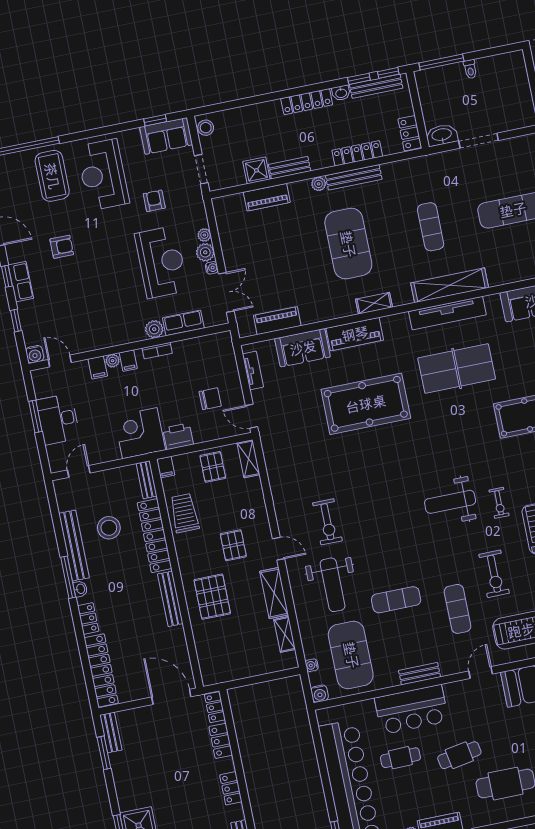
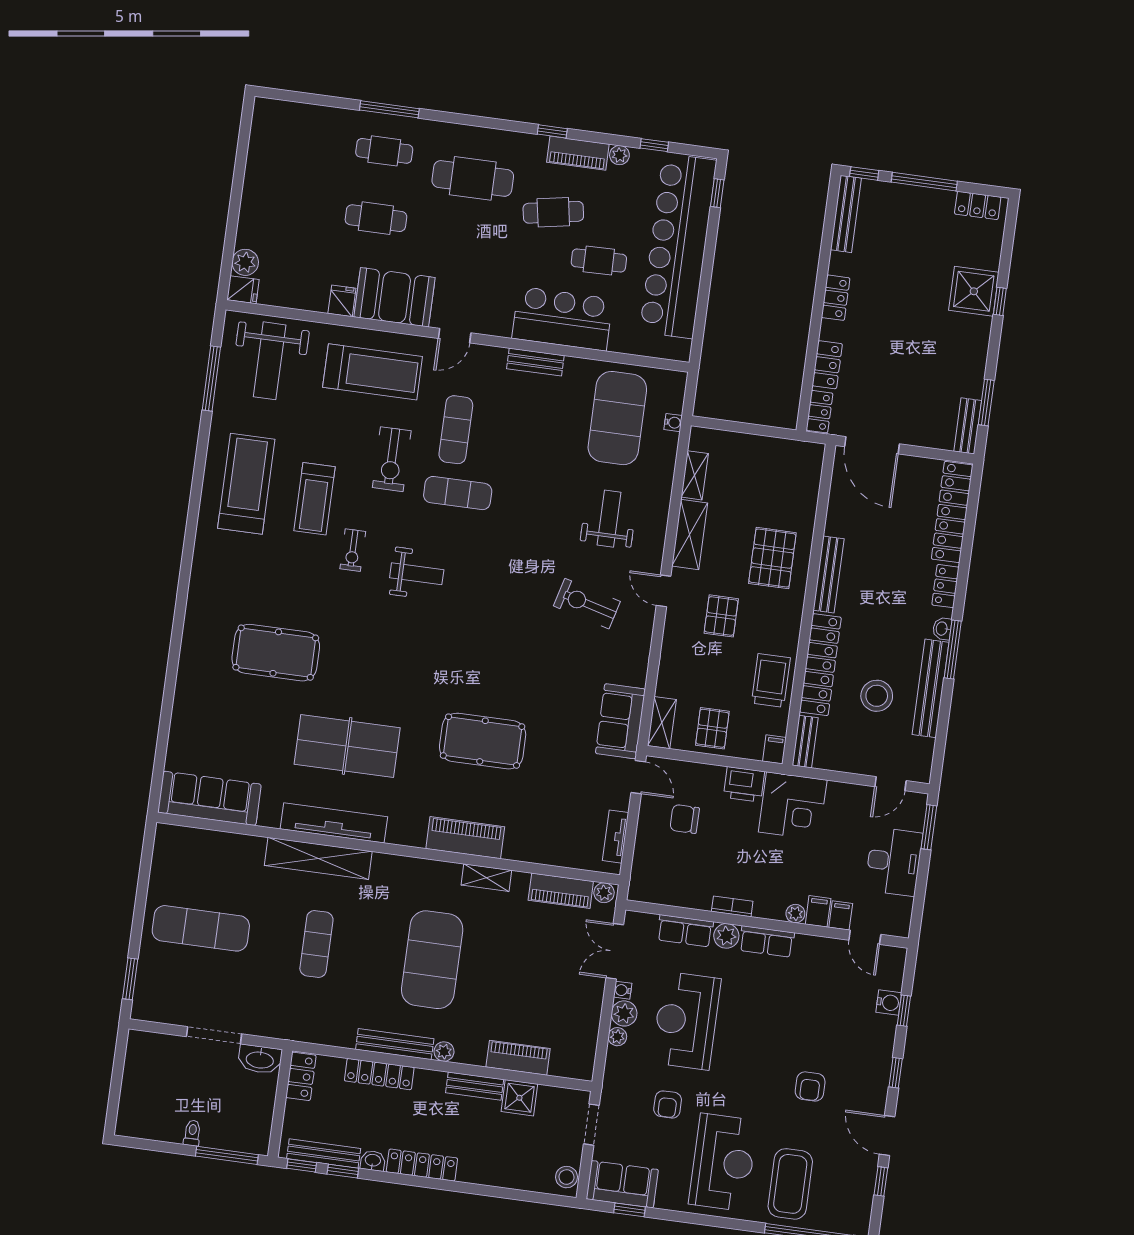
armchair: (62, 247) -> (810, 1086), turned -90
row of seats: (21, 282) -> (767, 942), moved, turned -90
shelving: (374, 303) -> (486, 878), moved
plant: (247, 330) -> (604, 893), added
sofa: (303, 348) -> (620, 721), moved, turned -90
water cooler: (35, 354) -> (889, 1003), moved, turned 90
filing cabinet: (128, 361) -> (841, 915), moved
pool table: (366, 404) -> (483, 741), width x0.73, depth x0.76
window: (35, 416) -> (929, 827), moved
weight bench: (450, 502) -> (417, 574), width x0.73, depth x0.75
exercise bike: (499, 503) -> (353, 550), turned 180
trolley: (184, 513) -> (771, 680), turned 180
exercise bike: (327, 522) -> (587, 604), turned -75
exercise bike: (494, 574) -> (392, 459), turned 180
weight bench: (333, 585) -> (609, 519), width x0.73, depth x0.75
exercise mat: (396, 600) -> (458, 493), moved
water cooler: (320, 694) -> (676, 382), removed
cafe table: (459, 755) -> (553, 212), moved

